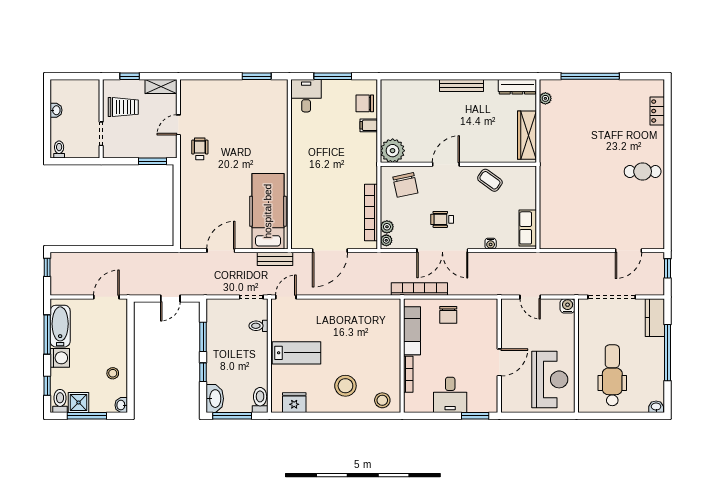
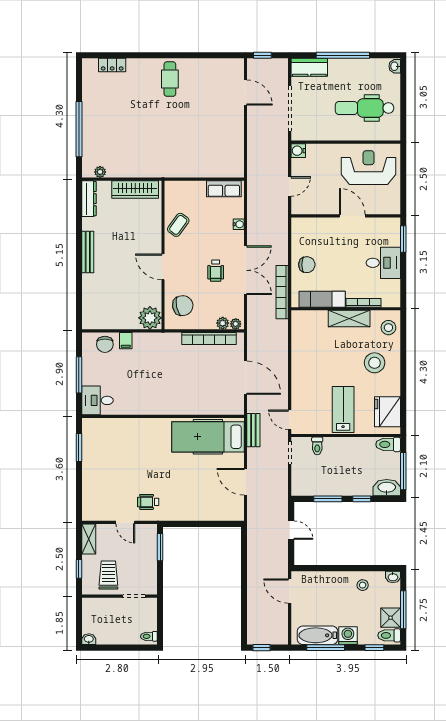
washbasin: (56, 110) -> (89, 639), moved
shelving: (392, 359) -> (349, 319), added
fridge: (294, 403) -> (387, 412), width x1.36, depth x1.34

